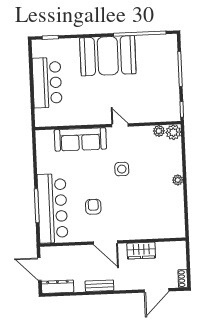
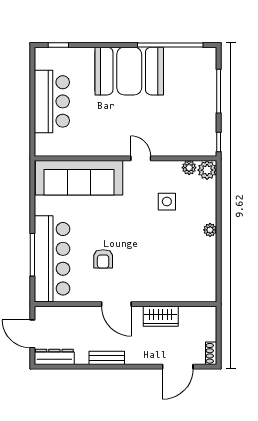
sofa: (80, 139) -> (79, 178), width x1.36, depth x1.27
side table: (122, 169) -> (167, 202), moved
armchair: (93, 207) -> (103, 259), turned 180

